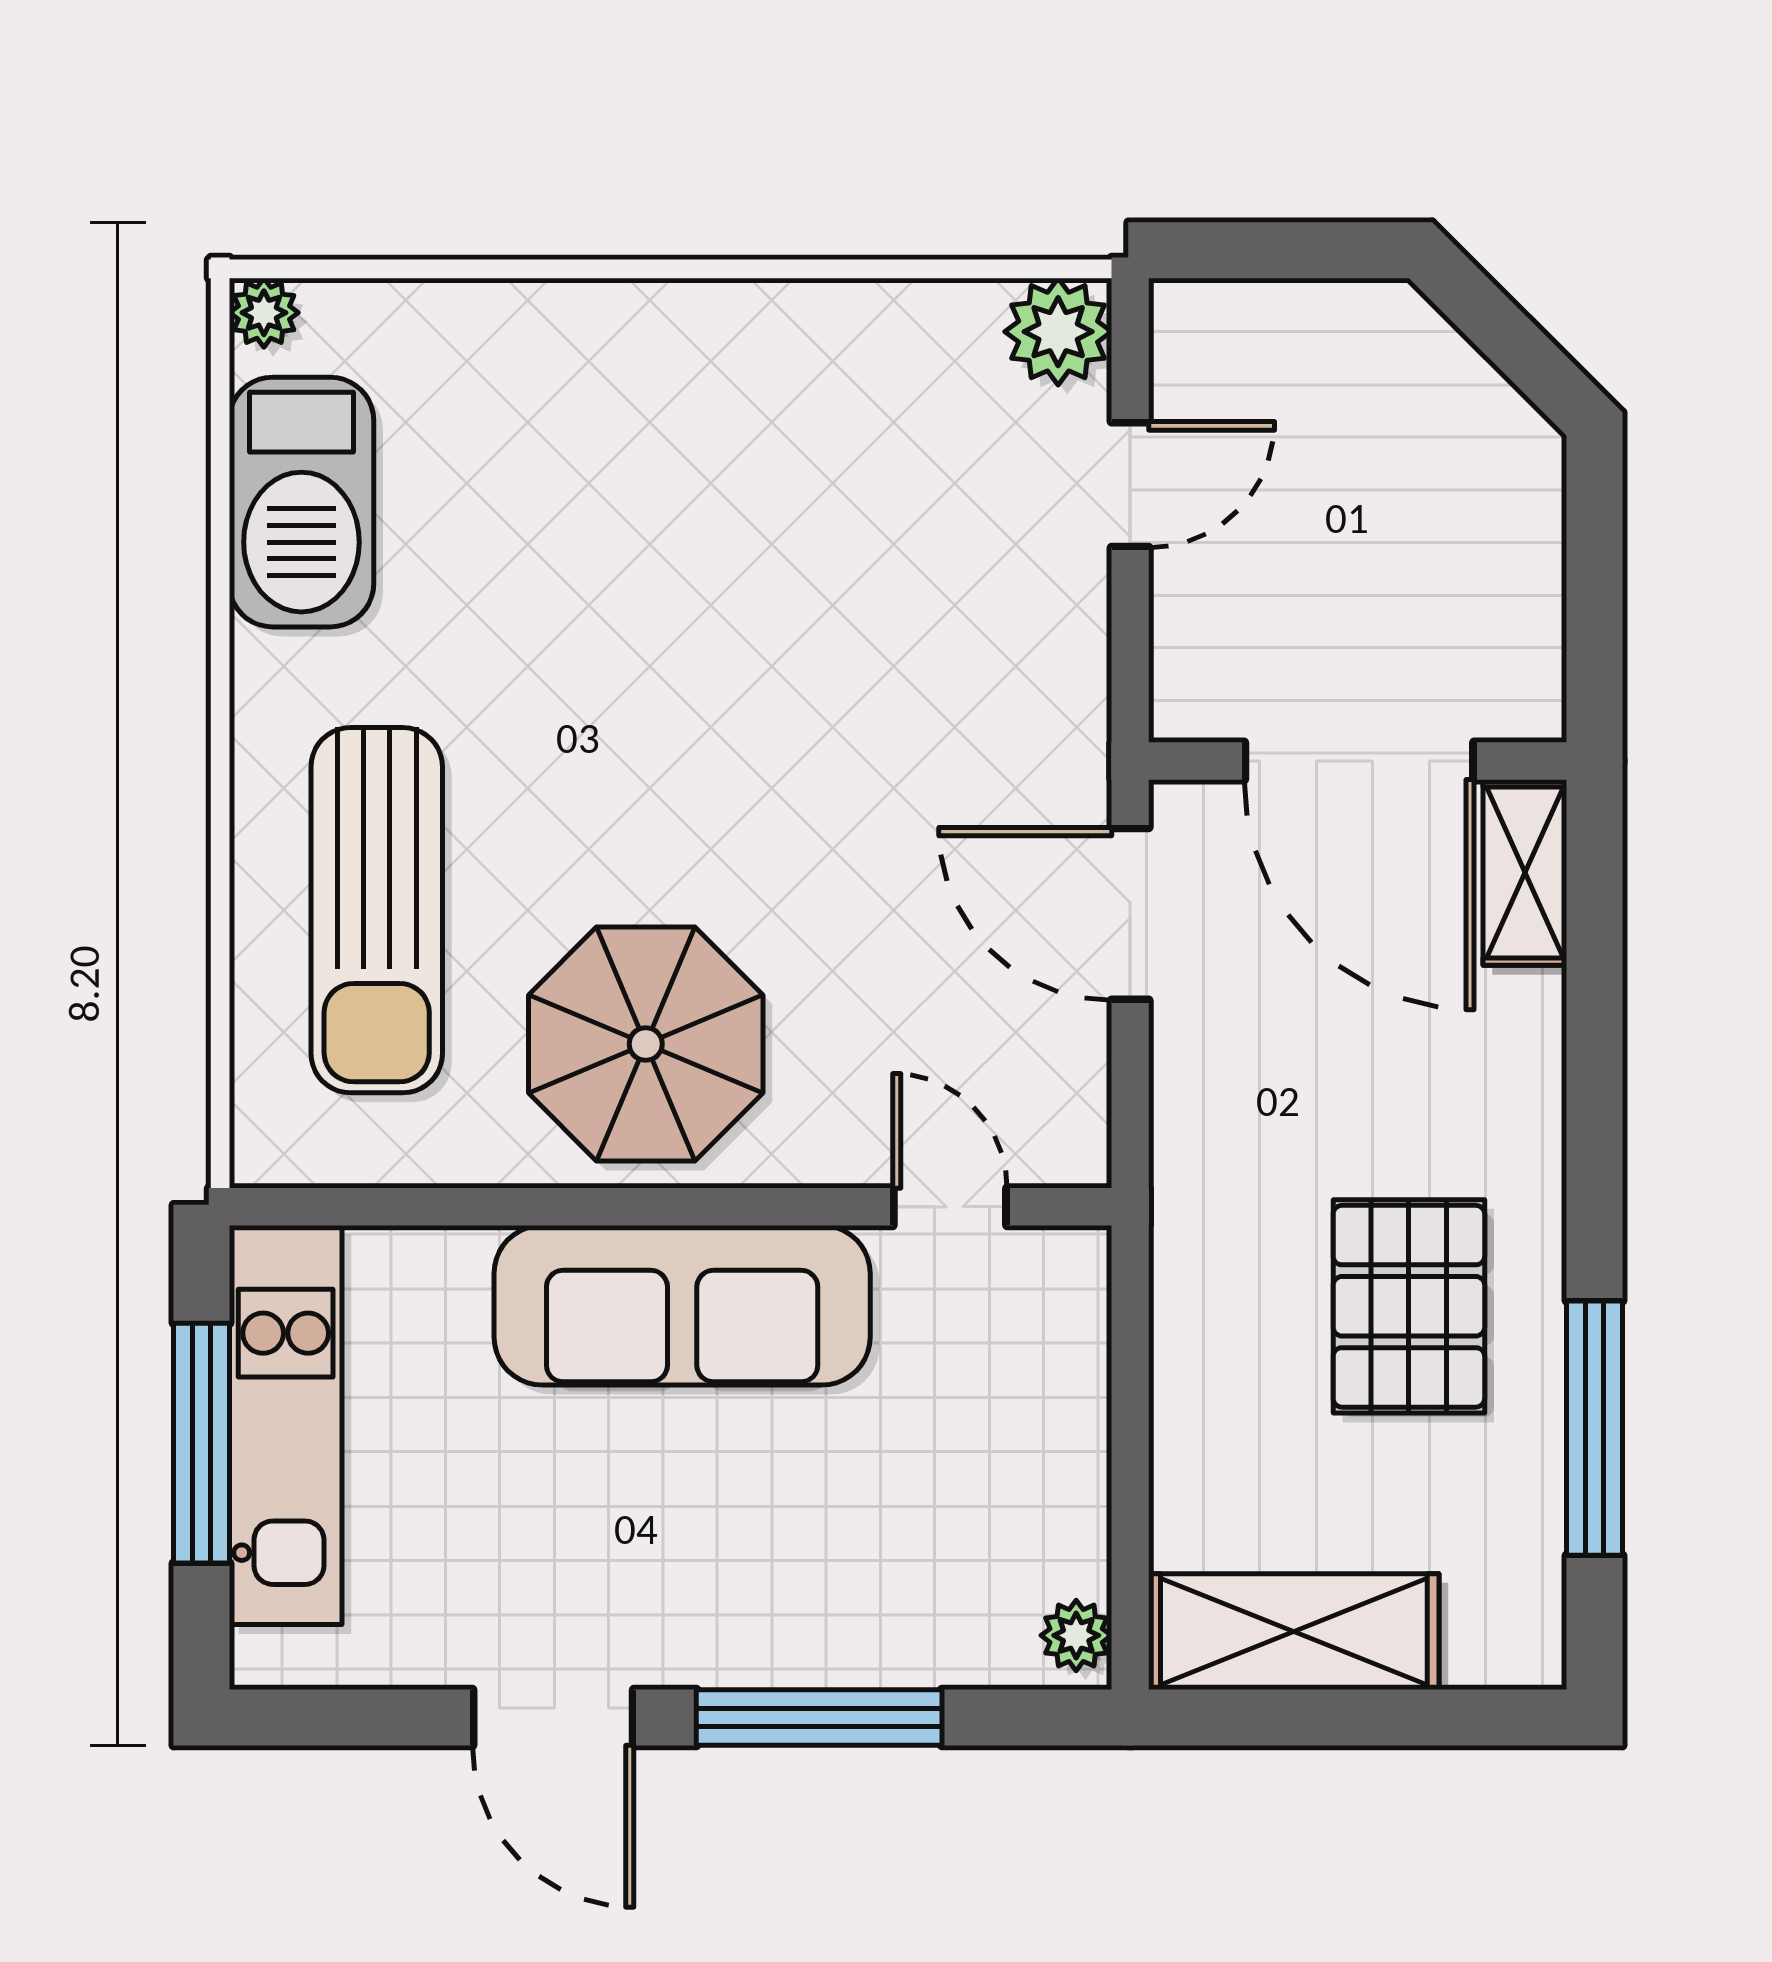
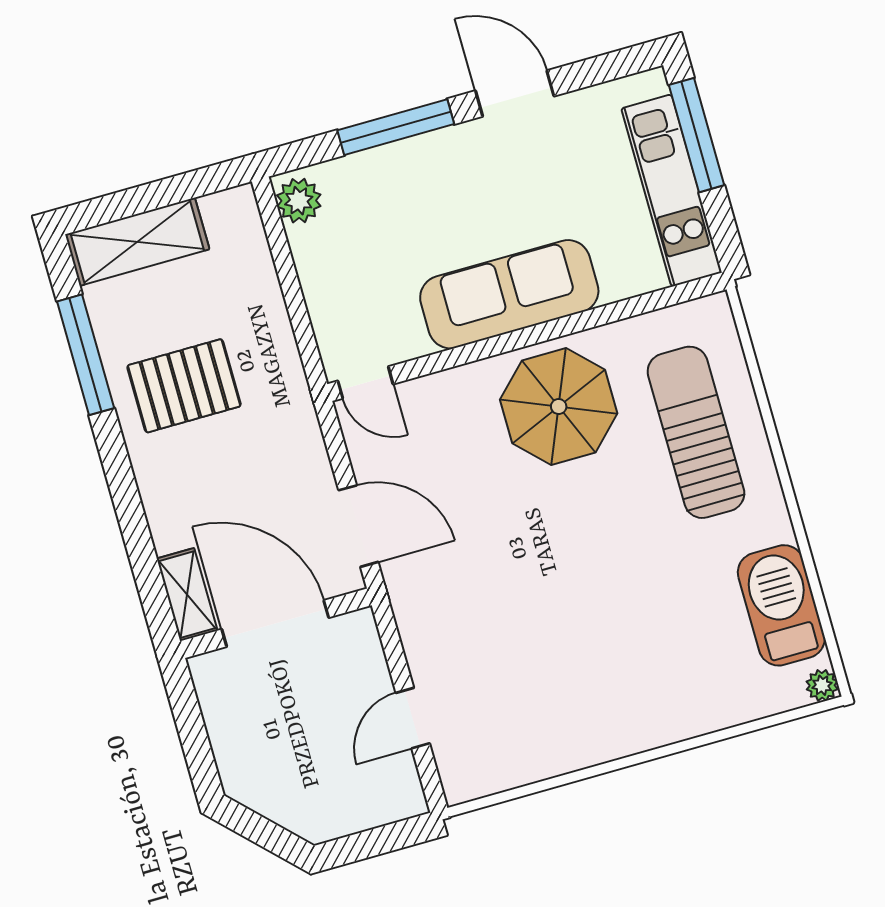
plant: (1058, 332) -> (464, 777), removed
door: (950, 1207) -> (365, 383), moved
pallet: (1409, 1306) -> (184, 386), turned 90
window: (201, 1443) -> (697, 135), moved
shelving: (1294, 1632) -> (137, 242), moved
plant: (1076, 1635) -> (299, 201), width x1.38, depth x1.38

